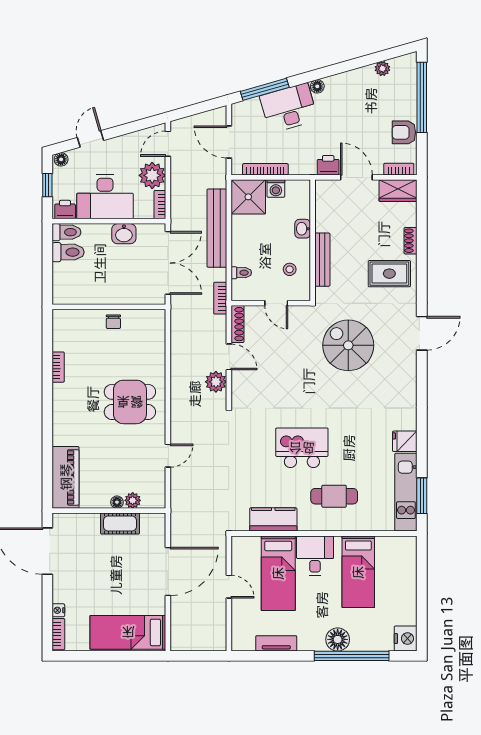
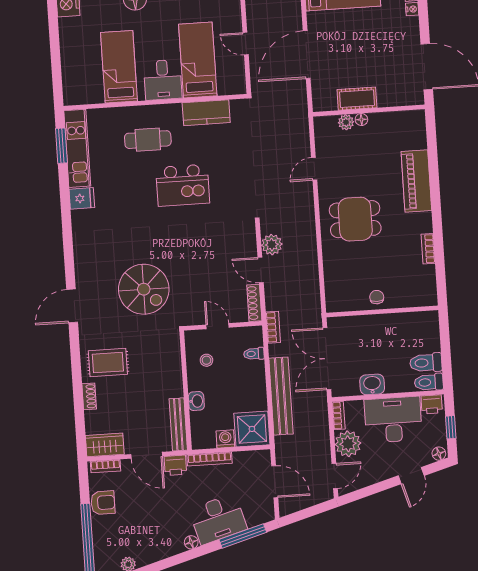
bookcase: (265, 169) -> (210, 459), moved
bench: (322, 260) -> (178, 424), moved
piano: (66, 477) -> (416, 181), moved

